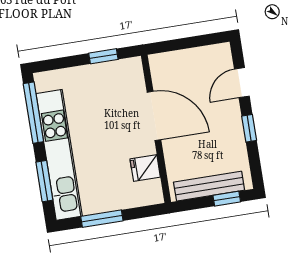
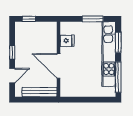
window: (103, 56) -> (79, 100), removed
bench: (209, 186) -> (40, 92), moved

